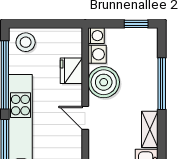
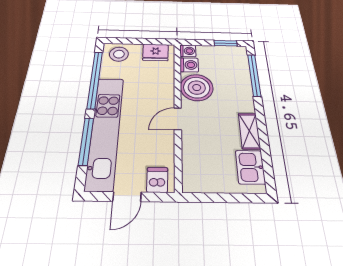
fridge: (71, 71) -> (156, 52), moved, turned -90
window: (162, 84) -> (254, 75), moved
door: (85, 118) -> (178, 119), hinge flipped

